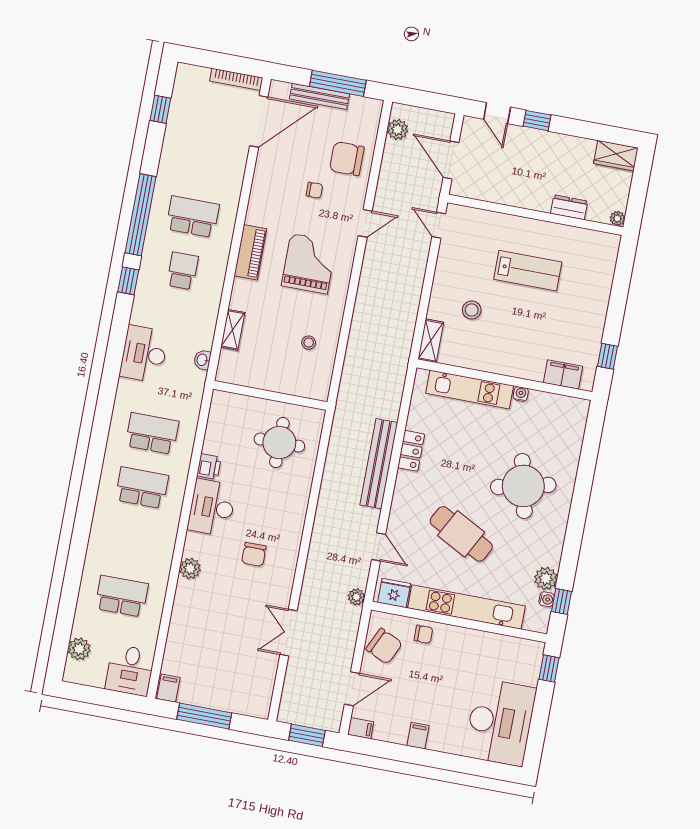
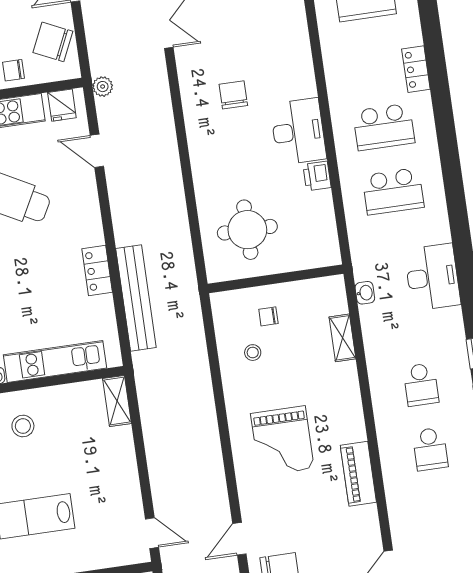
chair: (314, 190) -> (268, 316), moved
school desk: (193, 217) -> (430, 449), width x0.54
door: (365, 223) -> (239, 539), moved
piano: (250, 252) -> (358, 474), moved
stool: (472, 310) -> (23, 426), moved
bench: (379, 464) -> (136, 298), moved
locker: (100, 525) -> (416, 69), added
plant: (190, 568) -> (299, 55), removed
fridge: (394, 593) -> (62, 105), width x0.72

